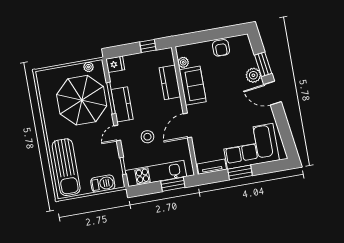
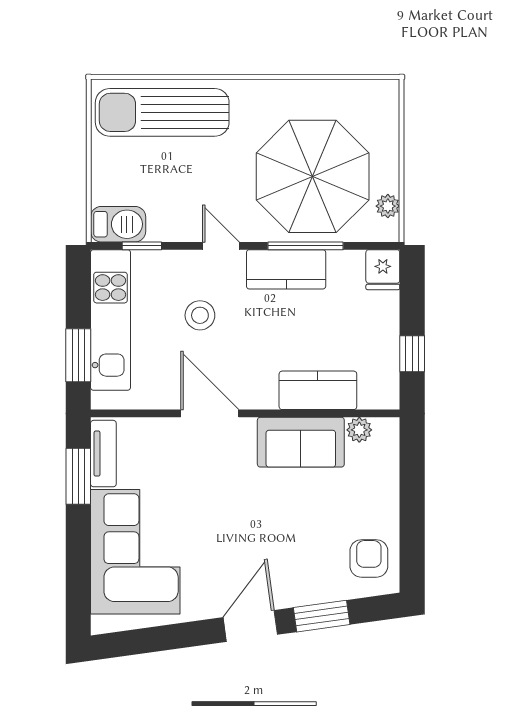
armchair: (221, 48) -> (369, 558), moved, turned 90
plant: (253, 75) -> (300, 589), removed
window: (240, 172) -> (78, 476), moved
barbecue: (103, 184) -> (118, 224), moved, turned -90

